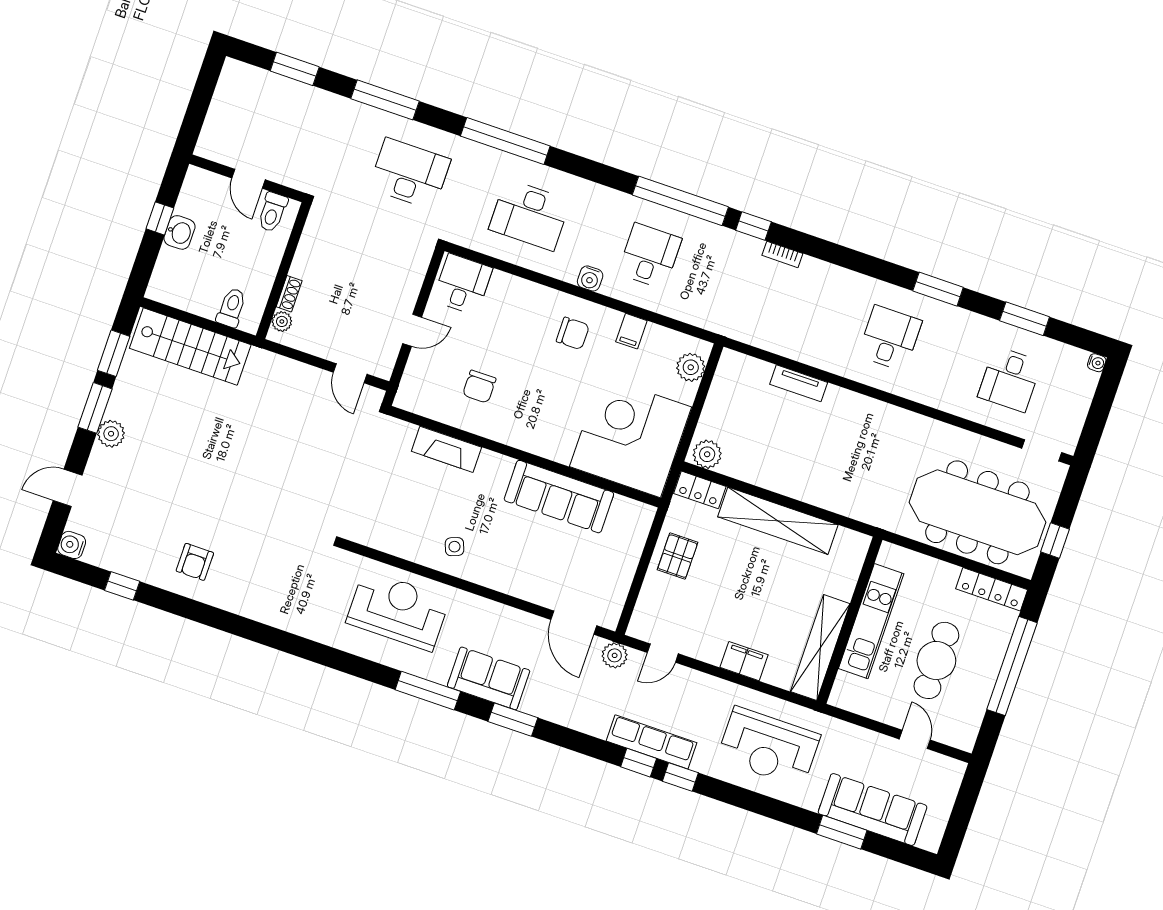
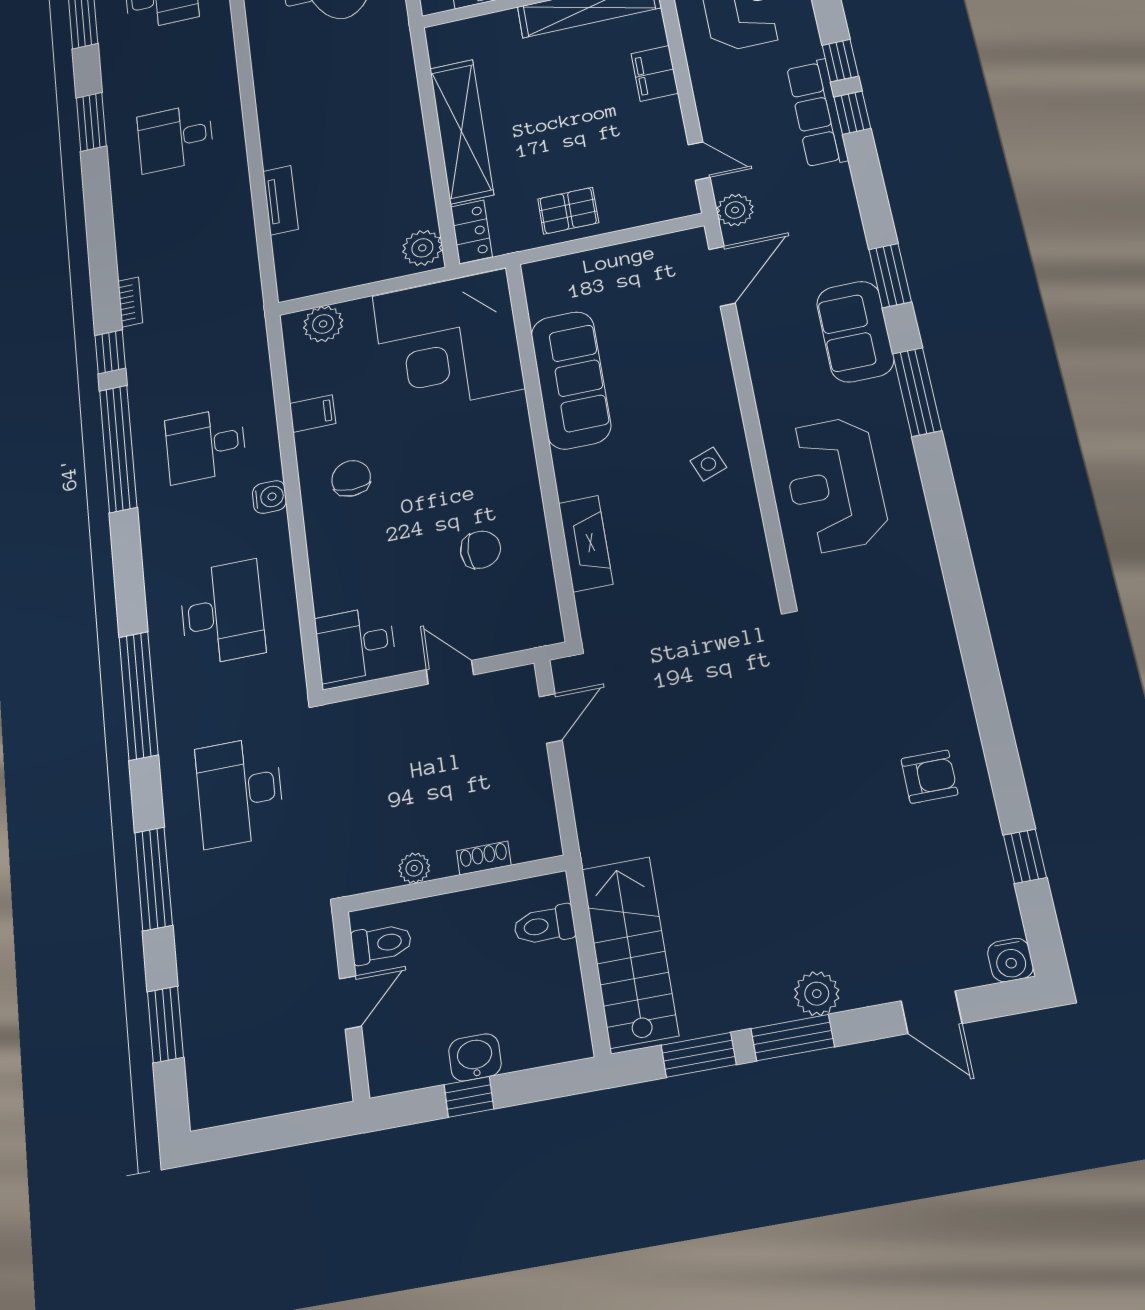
plant: (282, 321) -> (414, 868), moved

